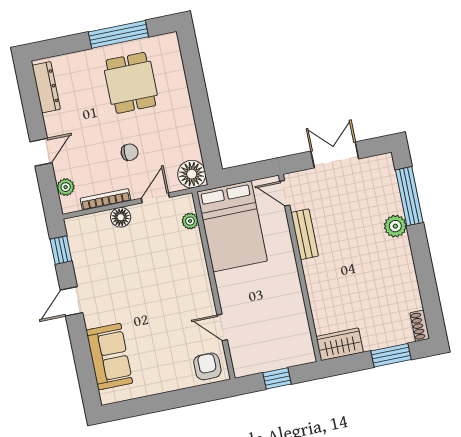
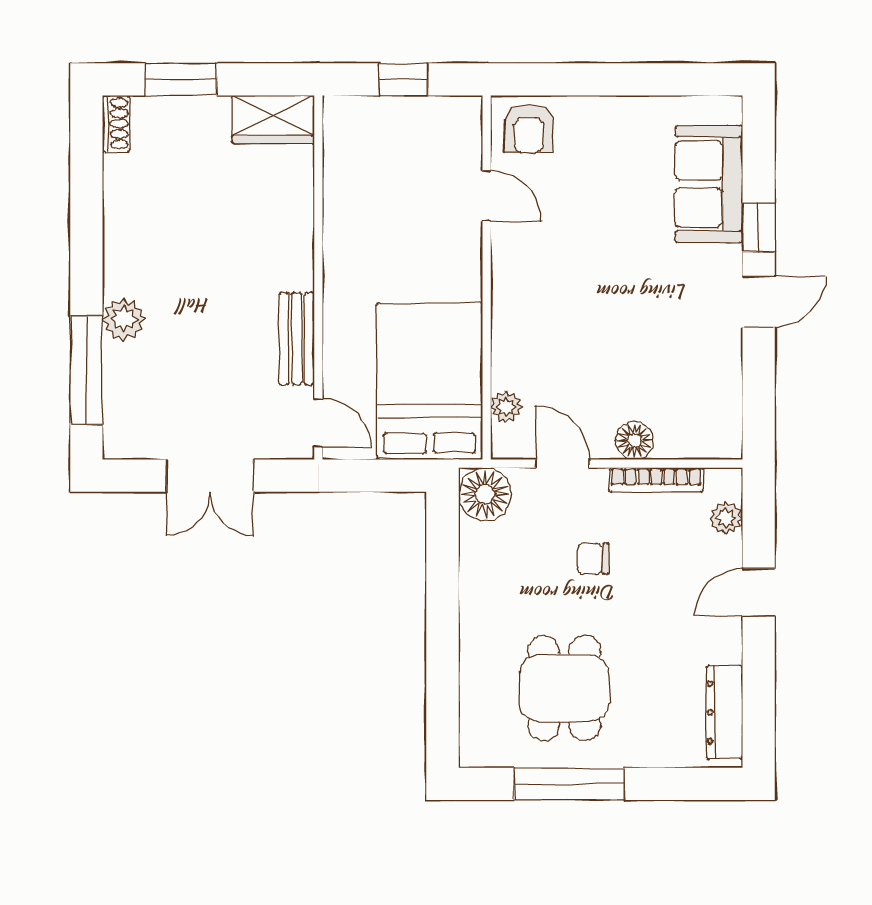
door: (155, 198) -> (562, 464), swing flipped
window: (61, 250) -> (759, 227), moved

